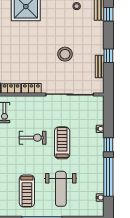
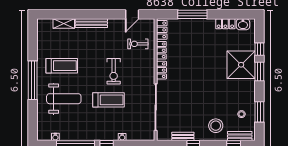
stool: (65, 54) -> (216, 126), moved
weight bench: (61, 189) -> (64, 99), turned 180
treadmill: (27, 191) -> (62, 66), turned 180

